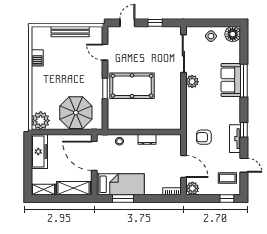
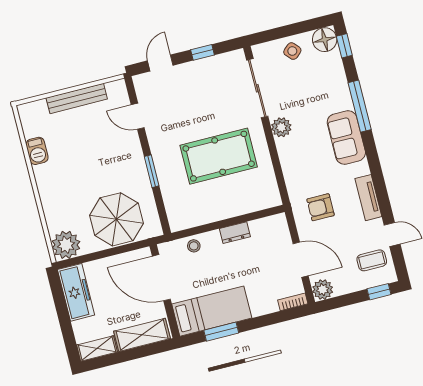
sofa: (231, 80) -> (346, 137), moved
pool table: (132, 86) -> (219, 156), moved
window: (244, 130) -> (344, 46), moved

